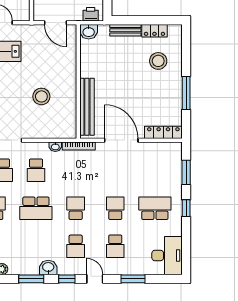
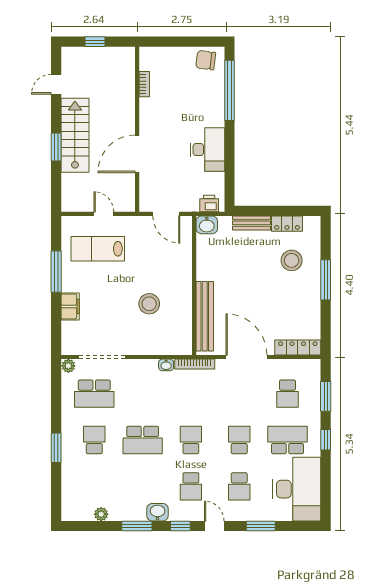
window: (186, 93) -> (326, 280), moved
school desk: (36, 170) -> (287, 394), moved
desk: (167, 256) -> (297, 489), width x1.36, depth x1.30

